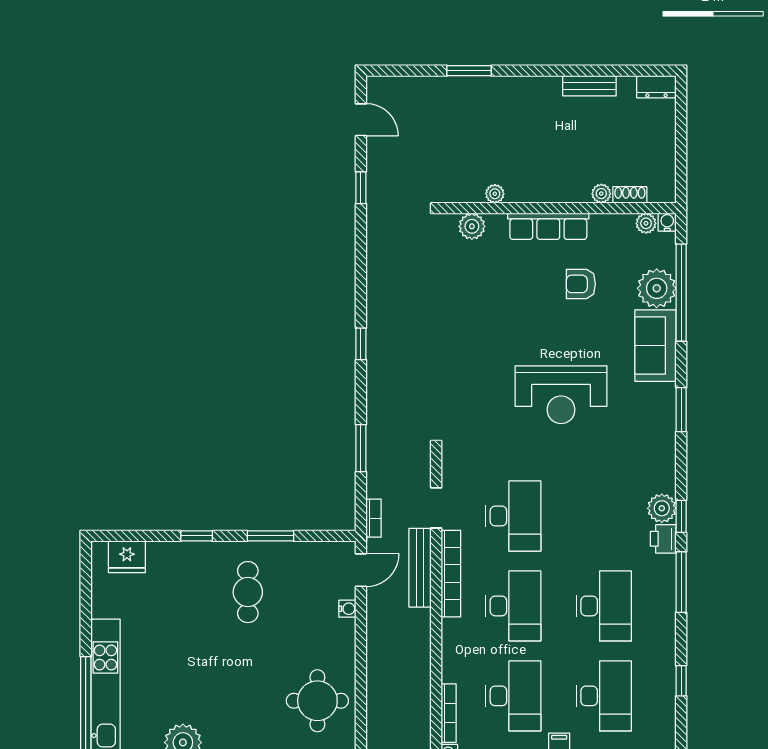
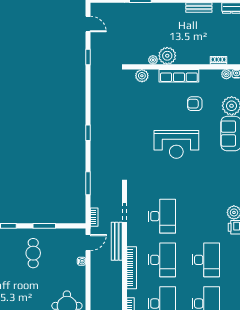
plant: (601, 194) -> (167, 56), moved, width x1.87, depth x1.87
reception desk: (561, 395) -> (176, 144), moved
bookcase: (451, 574) -> (132, 268), moved

